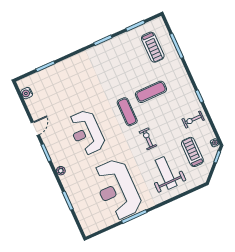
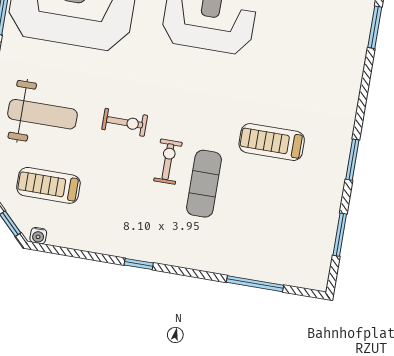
treadmill: (153, 47) -> (272, 142), moved
exercise mat: (127, 112) -> (197, 118), removed
exercise bike: (193, 120) -> (168, 162), moved
treadmill: (192, 152) -> (48, 185), turned 180

